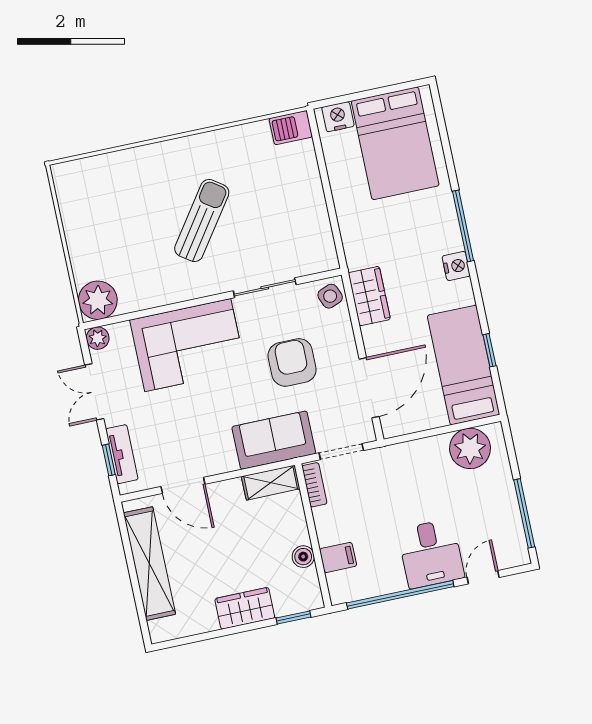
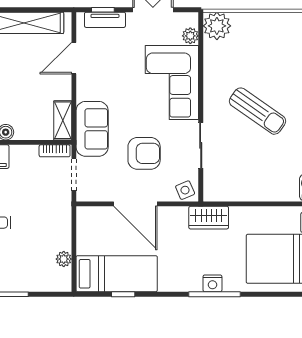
nightstand: (456, 266) -> (212, 283), moved
wardrobe: (369, 296) -> (209, 218), moved
plant: (98, 338) -> (190, 36), moved
door: (369, 388) -> (135, 204), moved
plant: (470, 448) -> (64, 259), width x0.53, depth x0.53

